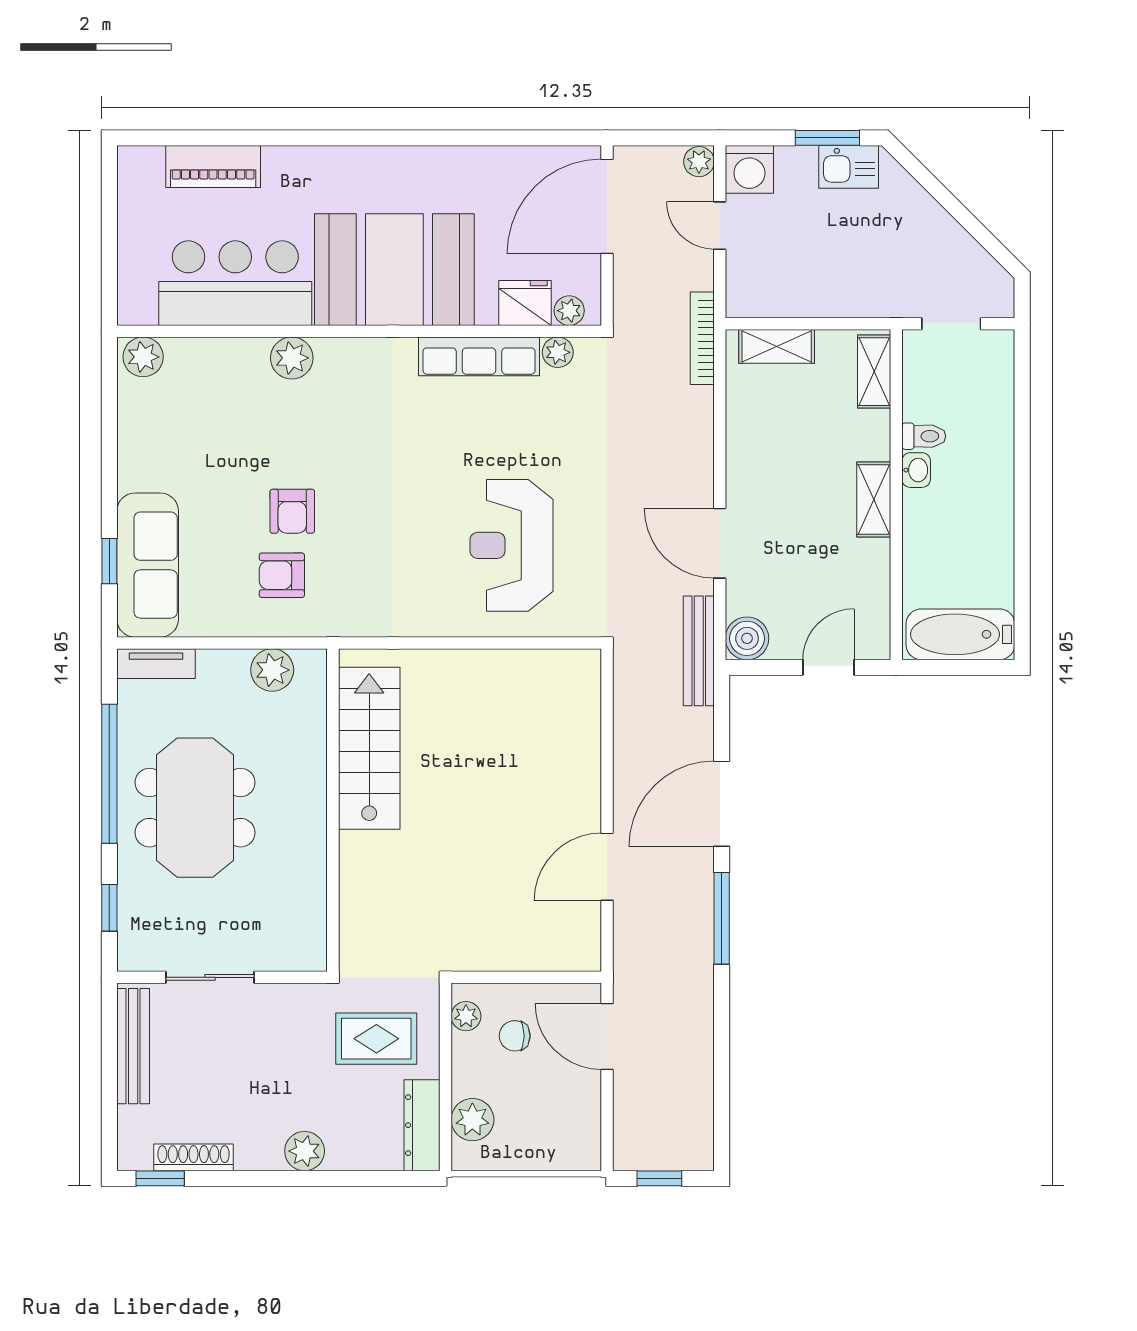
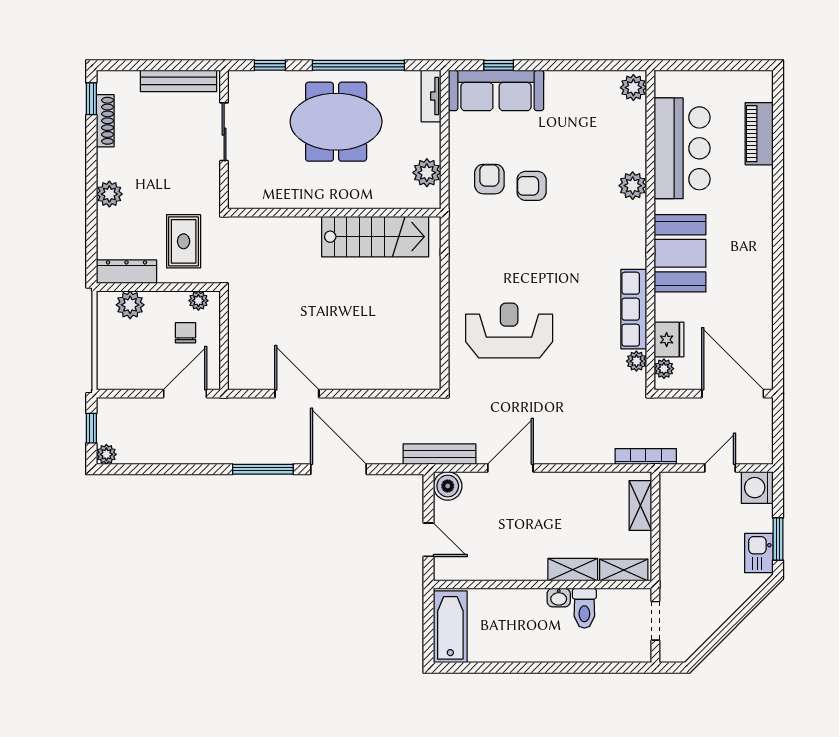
plant: (699, 162) -> (106, 454), moved
booth: (394, 270) -> (680, 253), width x0.73, depth x0.70
toilet: (924, 436) -> (584, 608), width x1.37, depth x1.39
shelving: (874, 499) -> (573, 570), moved

